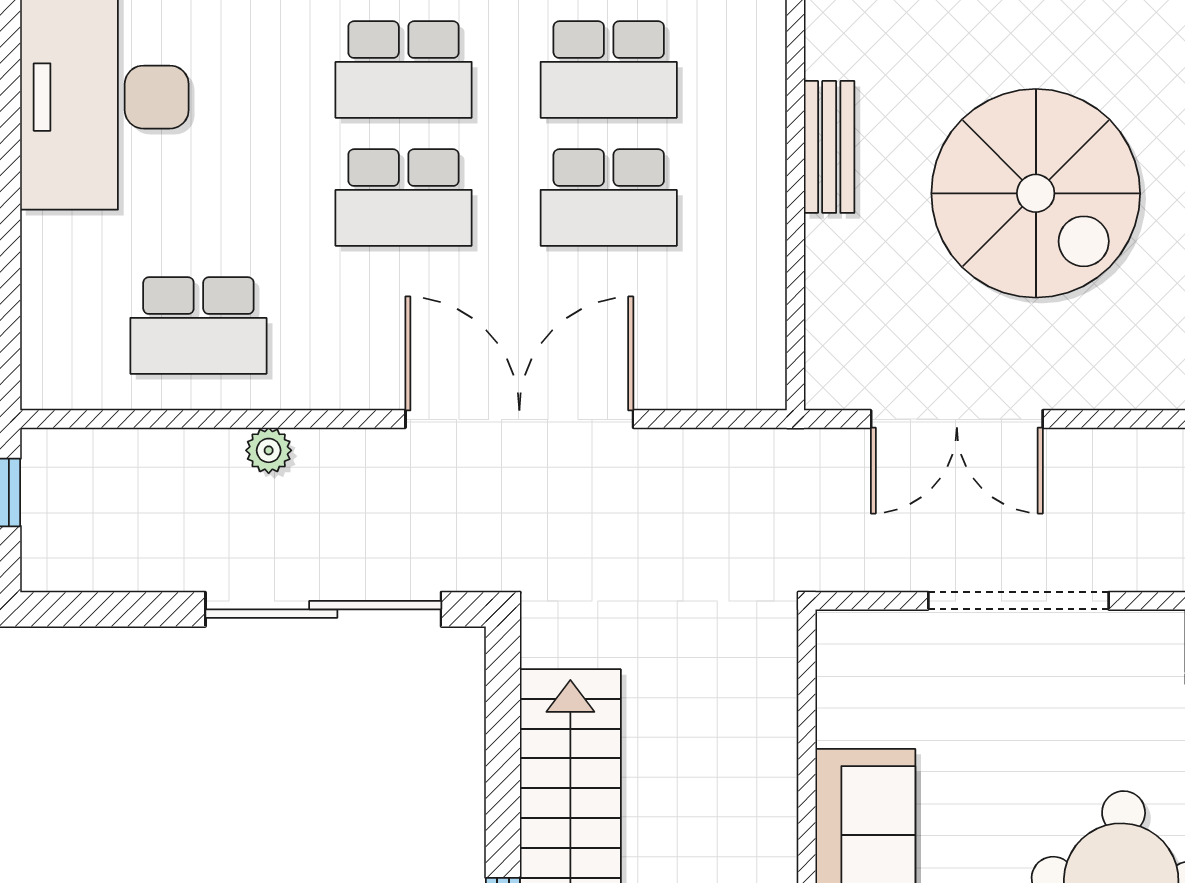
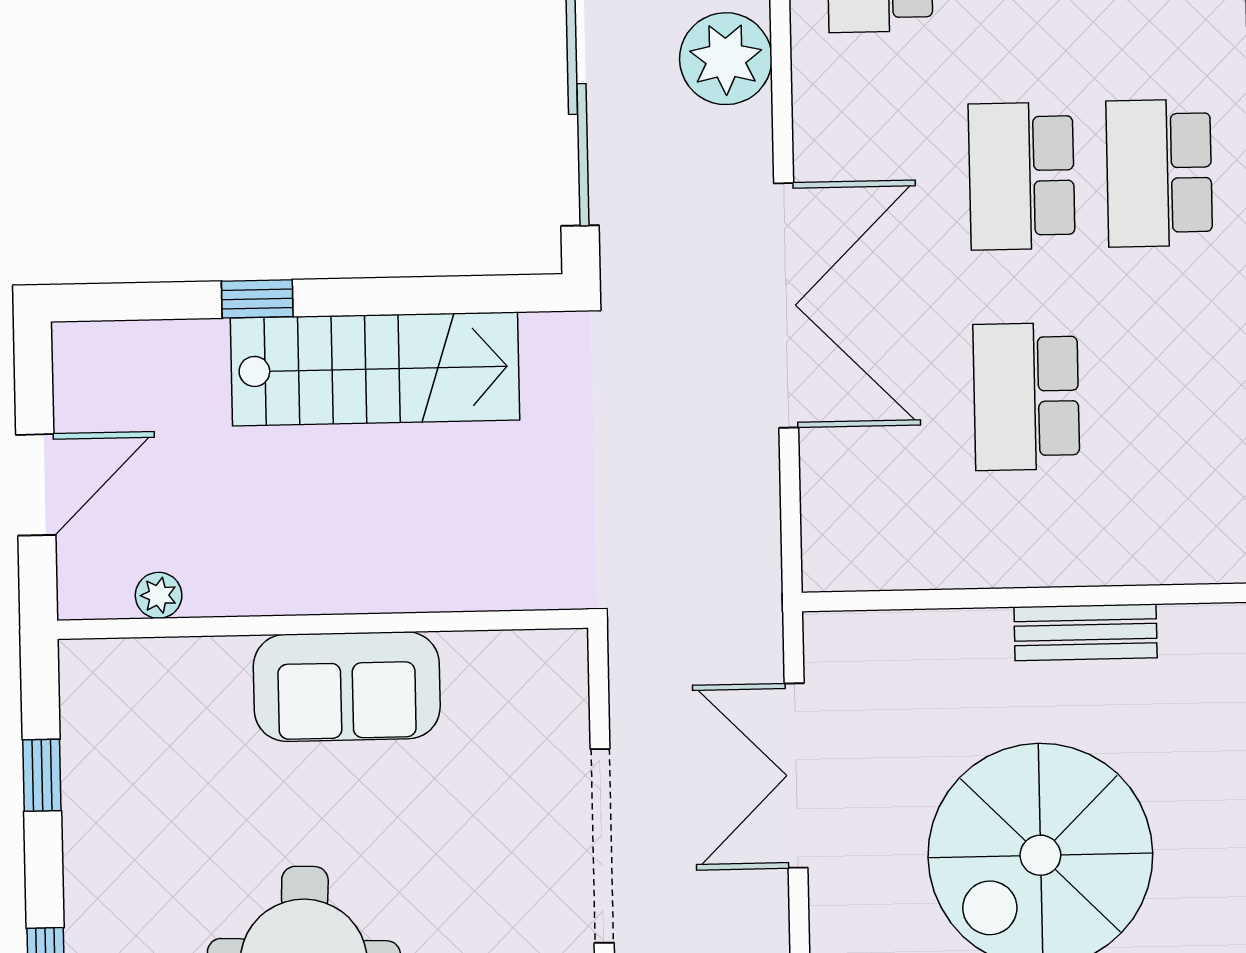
school desk: (609, 70) -> (1164, 394), removed
plant: (269, 450) -> (726, 59), width x1.87, depth x1.87

